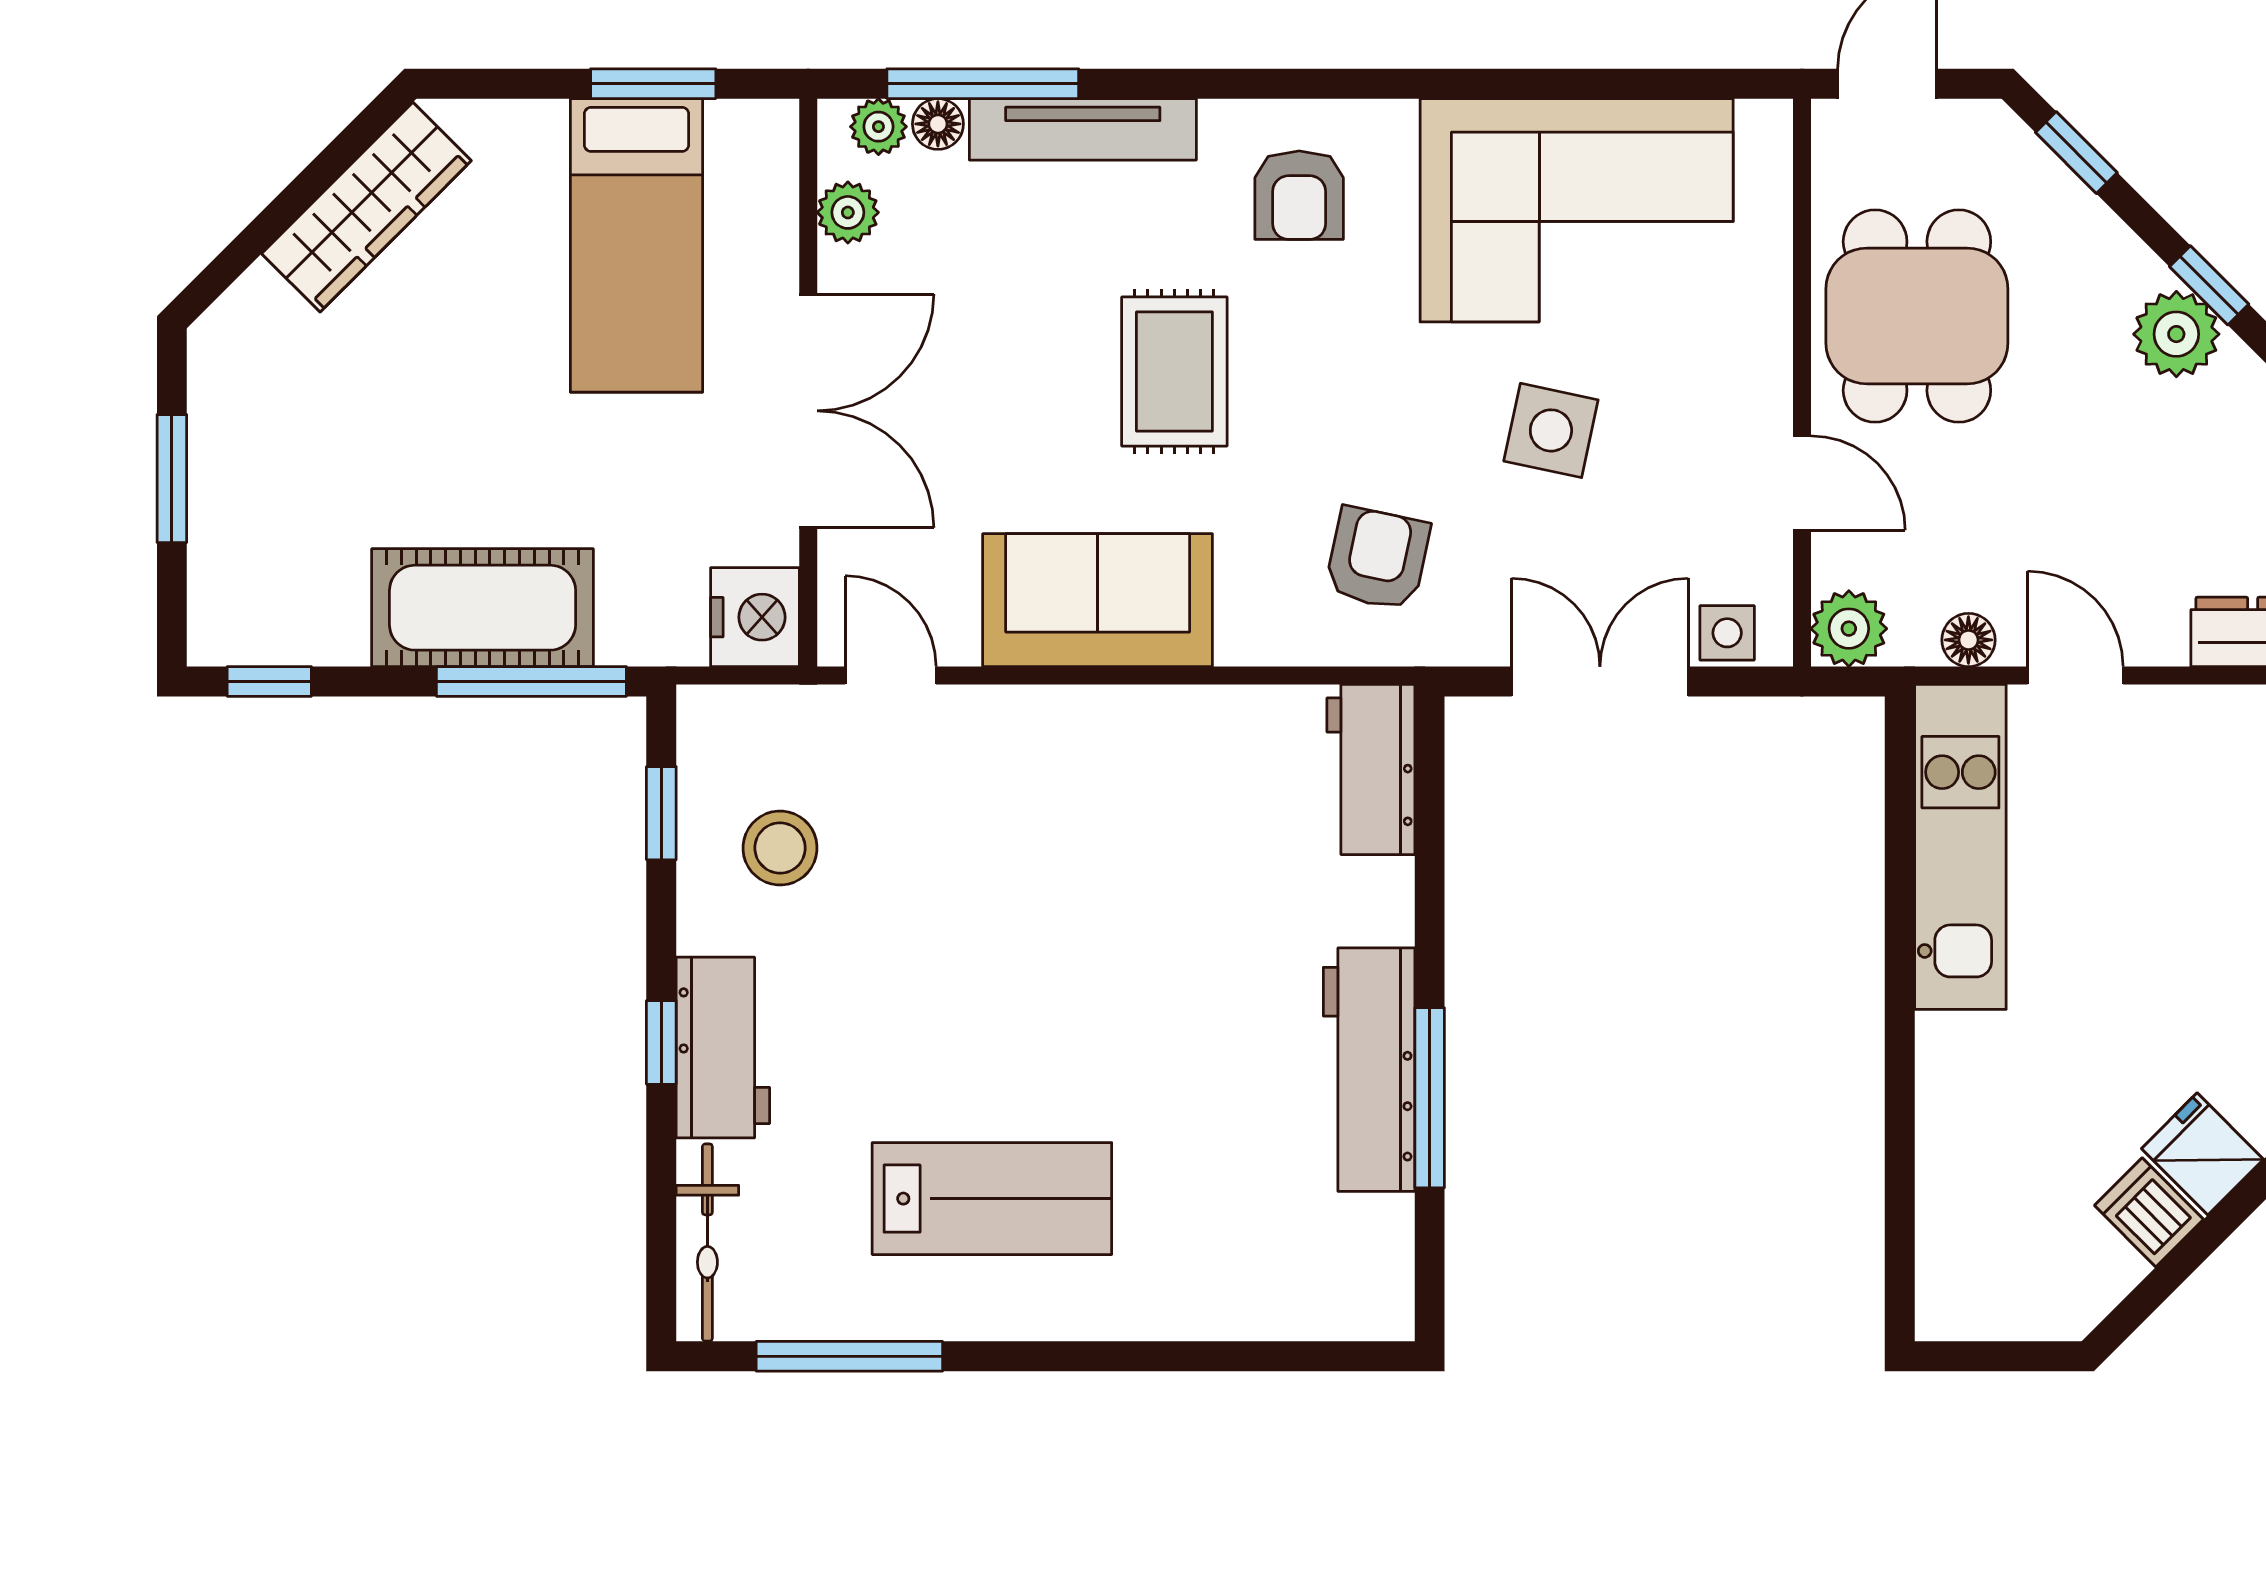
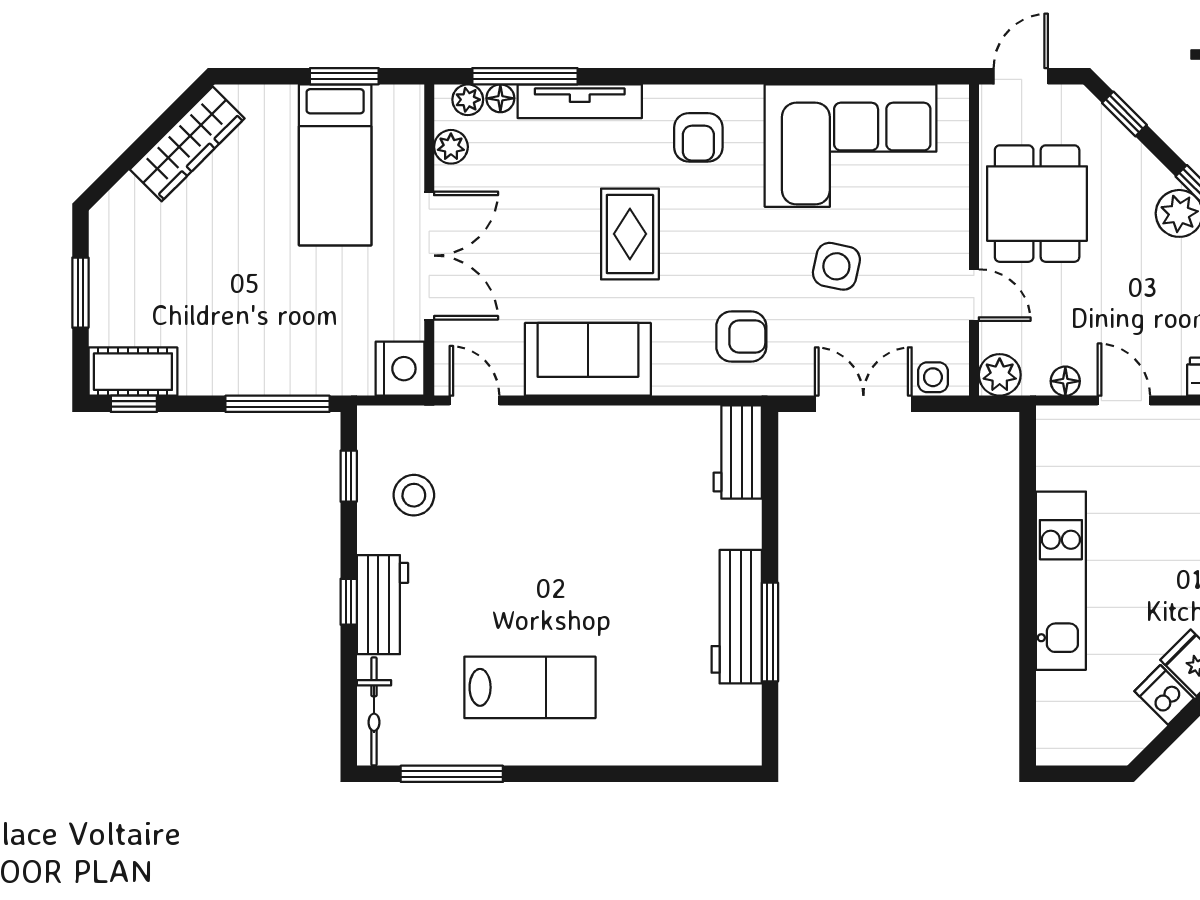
armchair: (1377, 559) -> (741, 337), turned 78
cot: (483, 608) -> (133, 372), moved, width x0.73, depth x0.75
kitchen unit: (1960, 847) -> (1061, 581), moved

